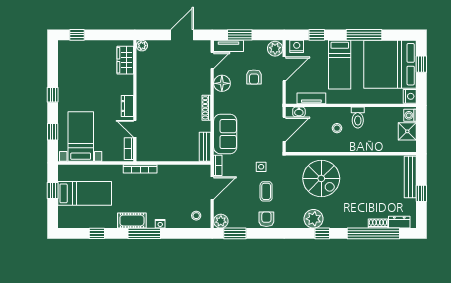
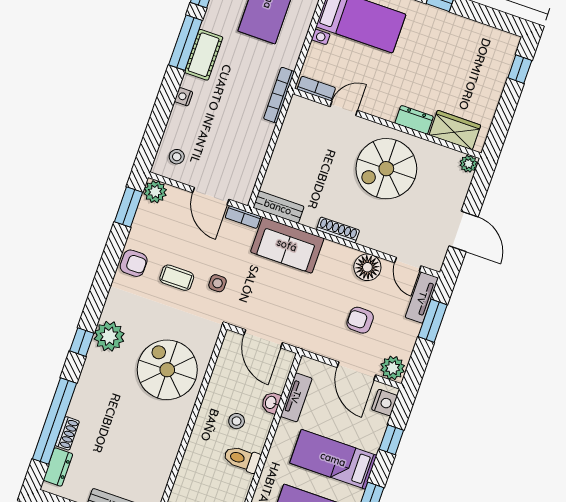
spiral stairs: (161, 92) -> (386, 169), added
dresser: (127, 106) -> (414, 120), moved
washbasin: (299, 112) -> (271, 403), moved
spiral stairs: (321, 178) -> (167, 370), turned 90
window: (144, 233) -> (185, 43), moved

